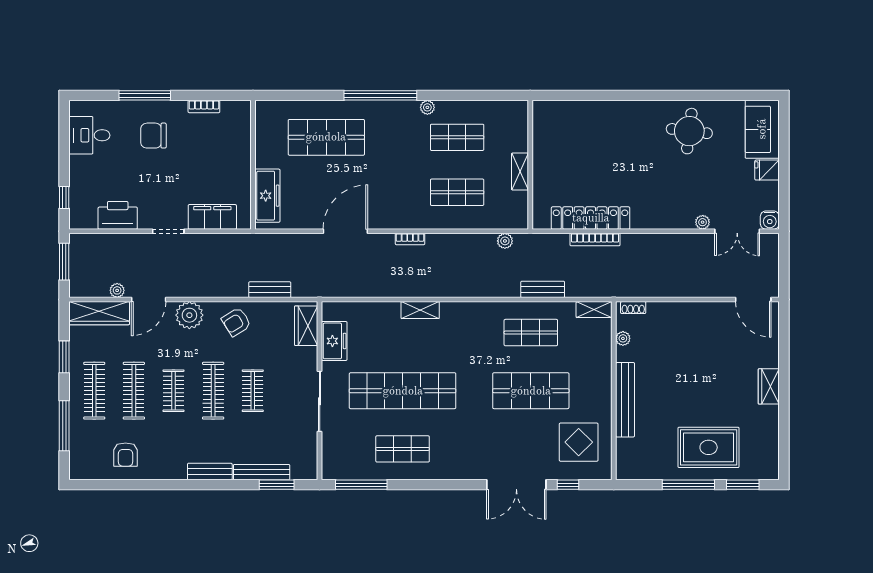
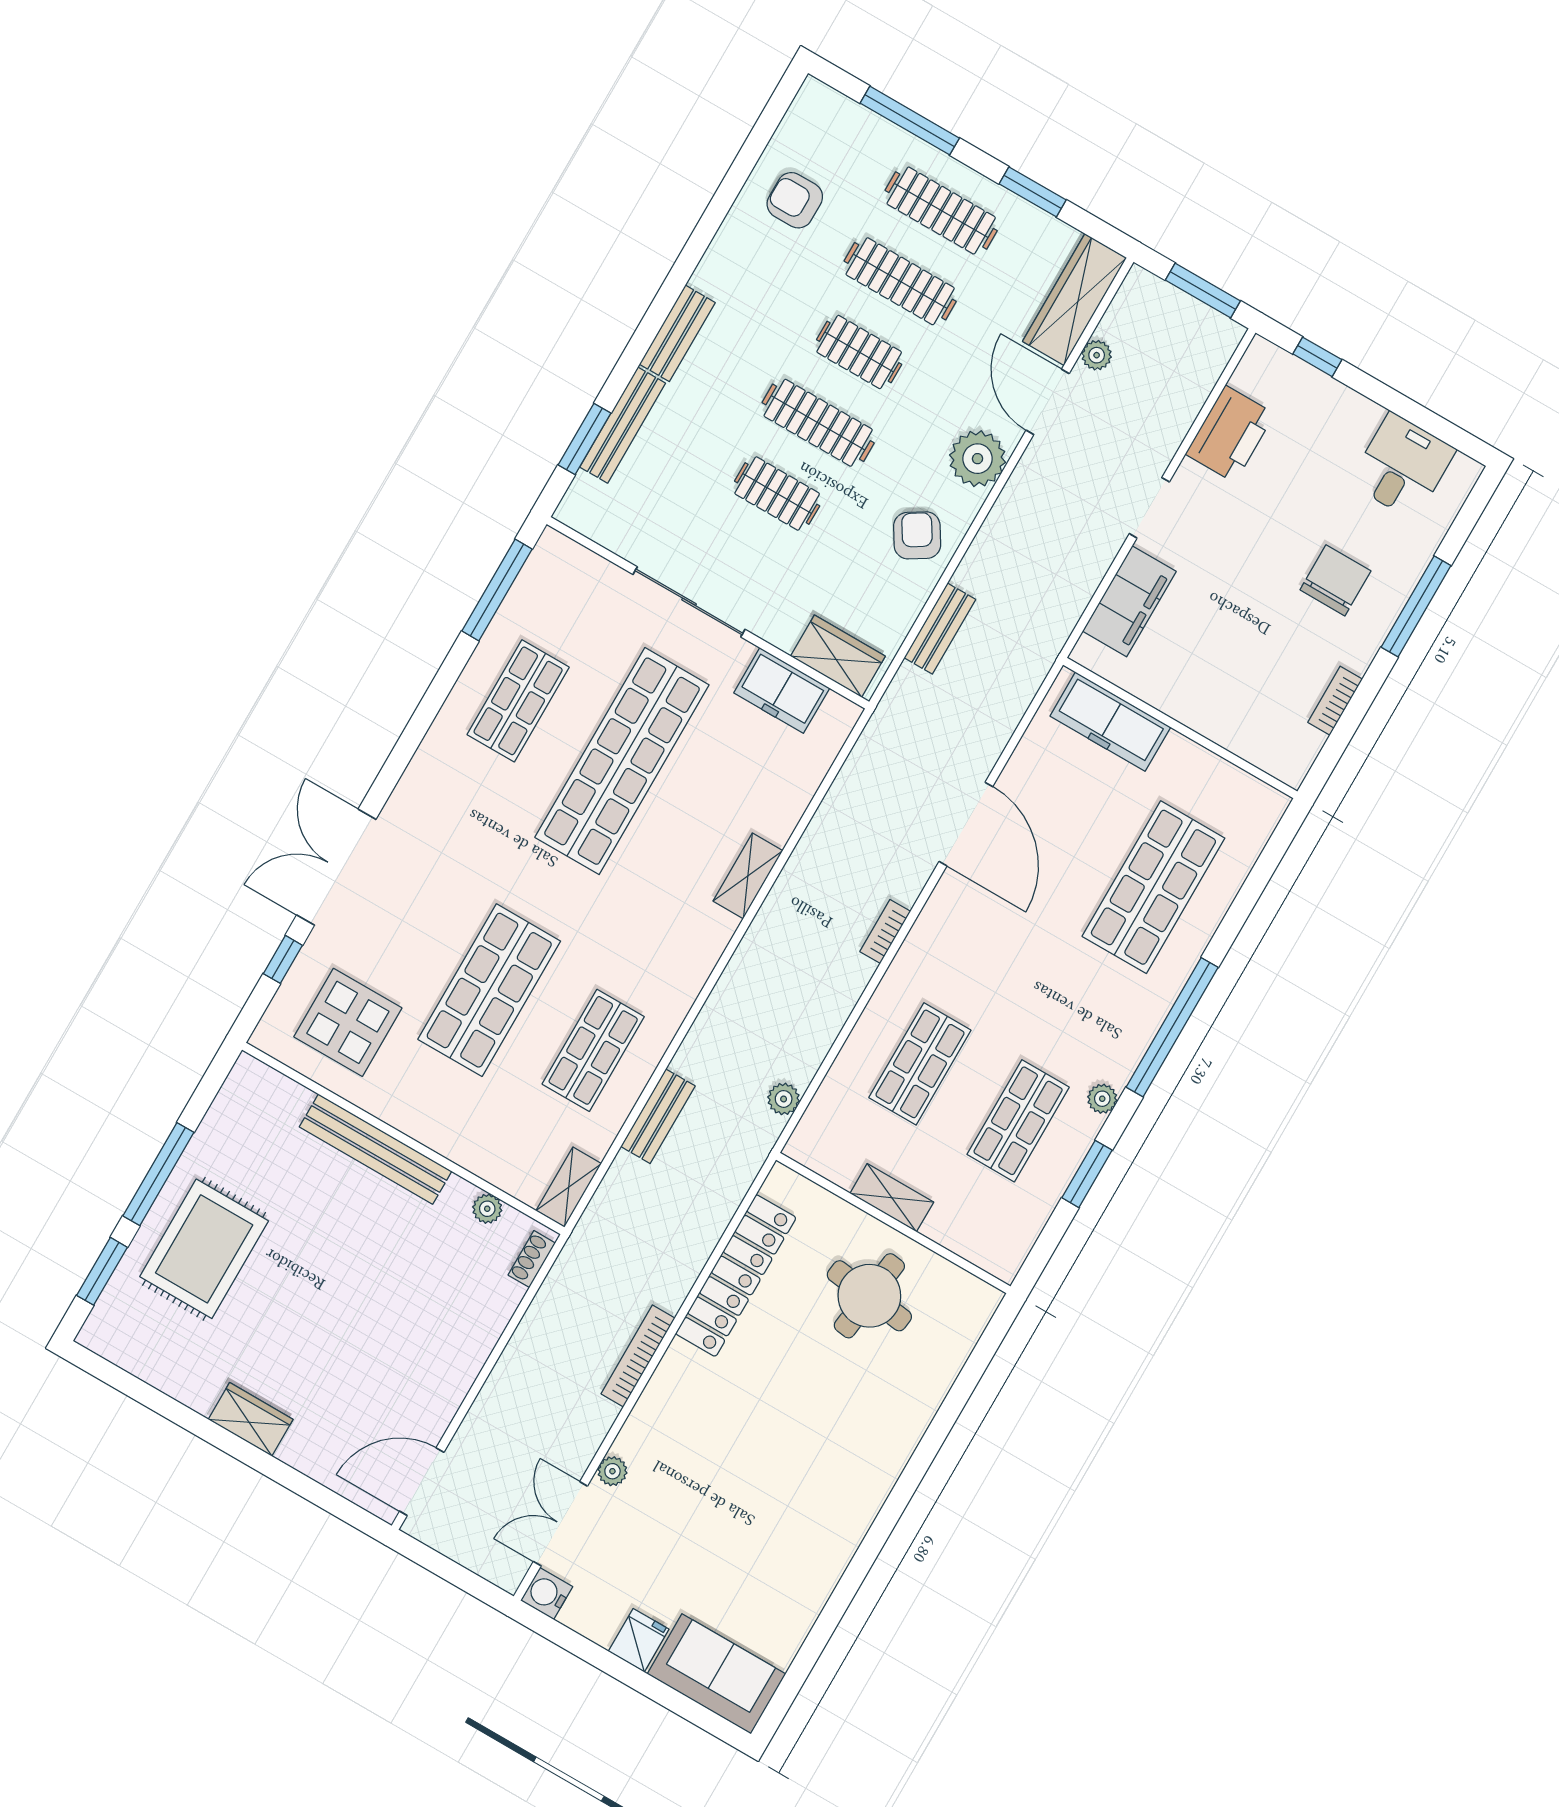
window: (463, 95) -> (1087, 1174), added
round table: (689, 131) -> (869, 1296), moved
bookcase: (595, 240) -> (638, 1356), moved

